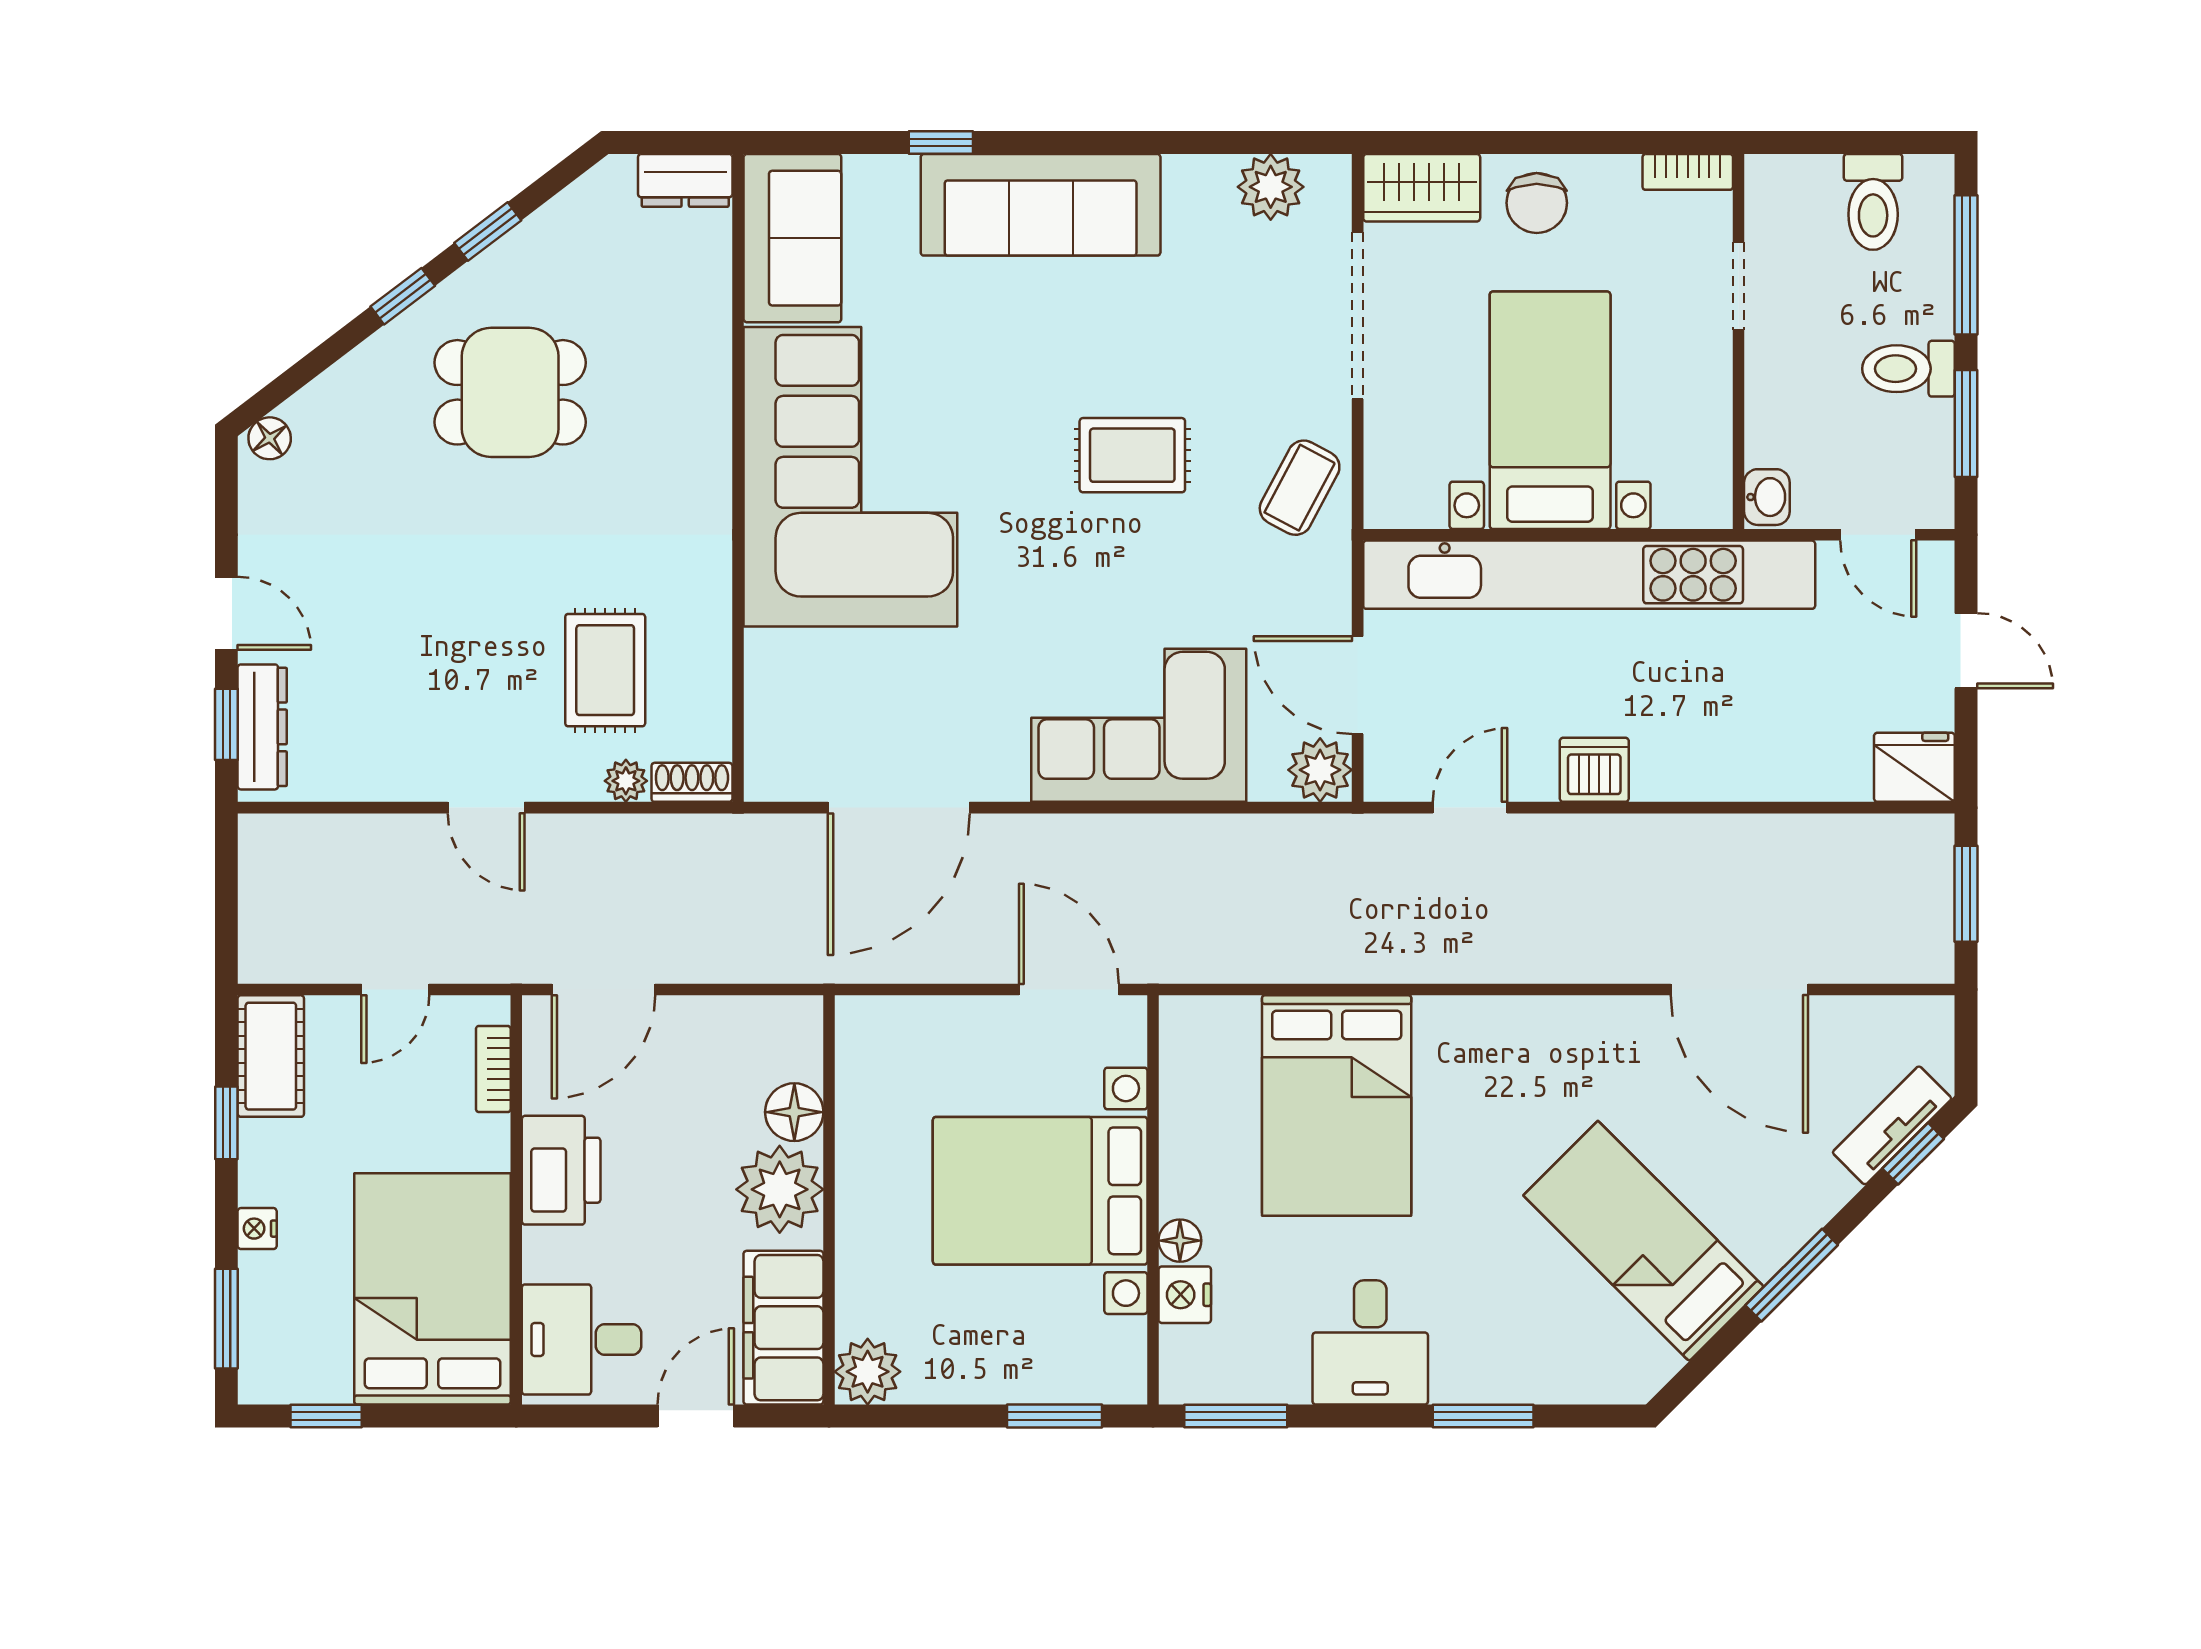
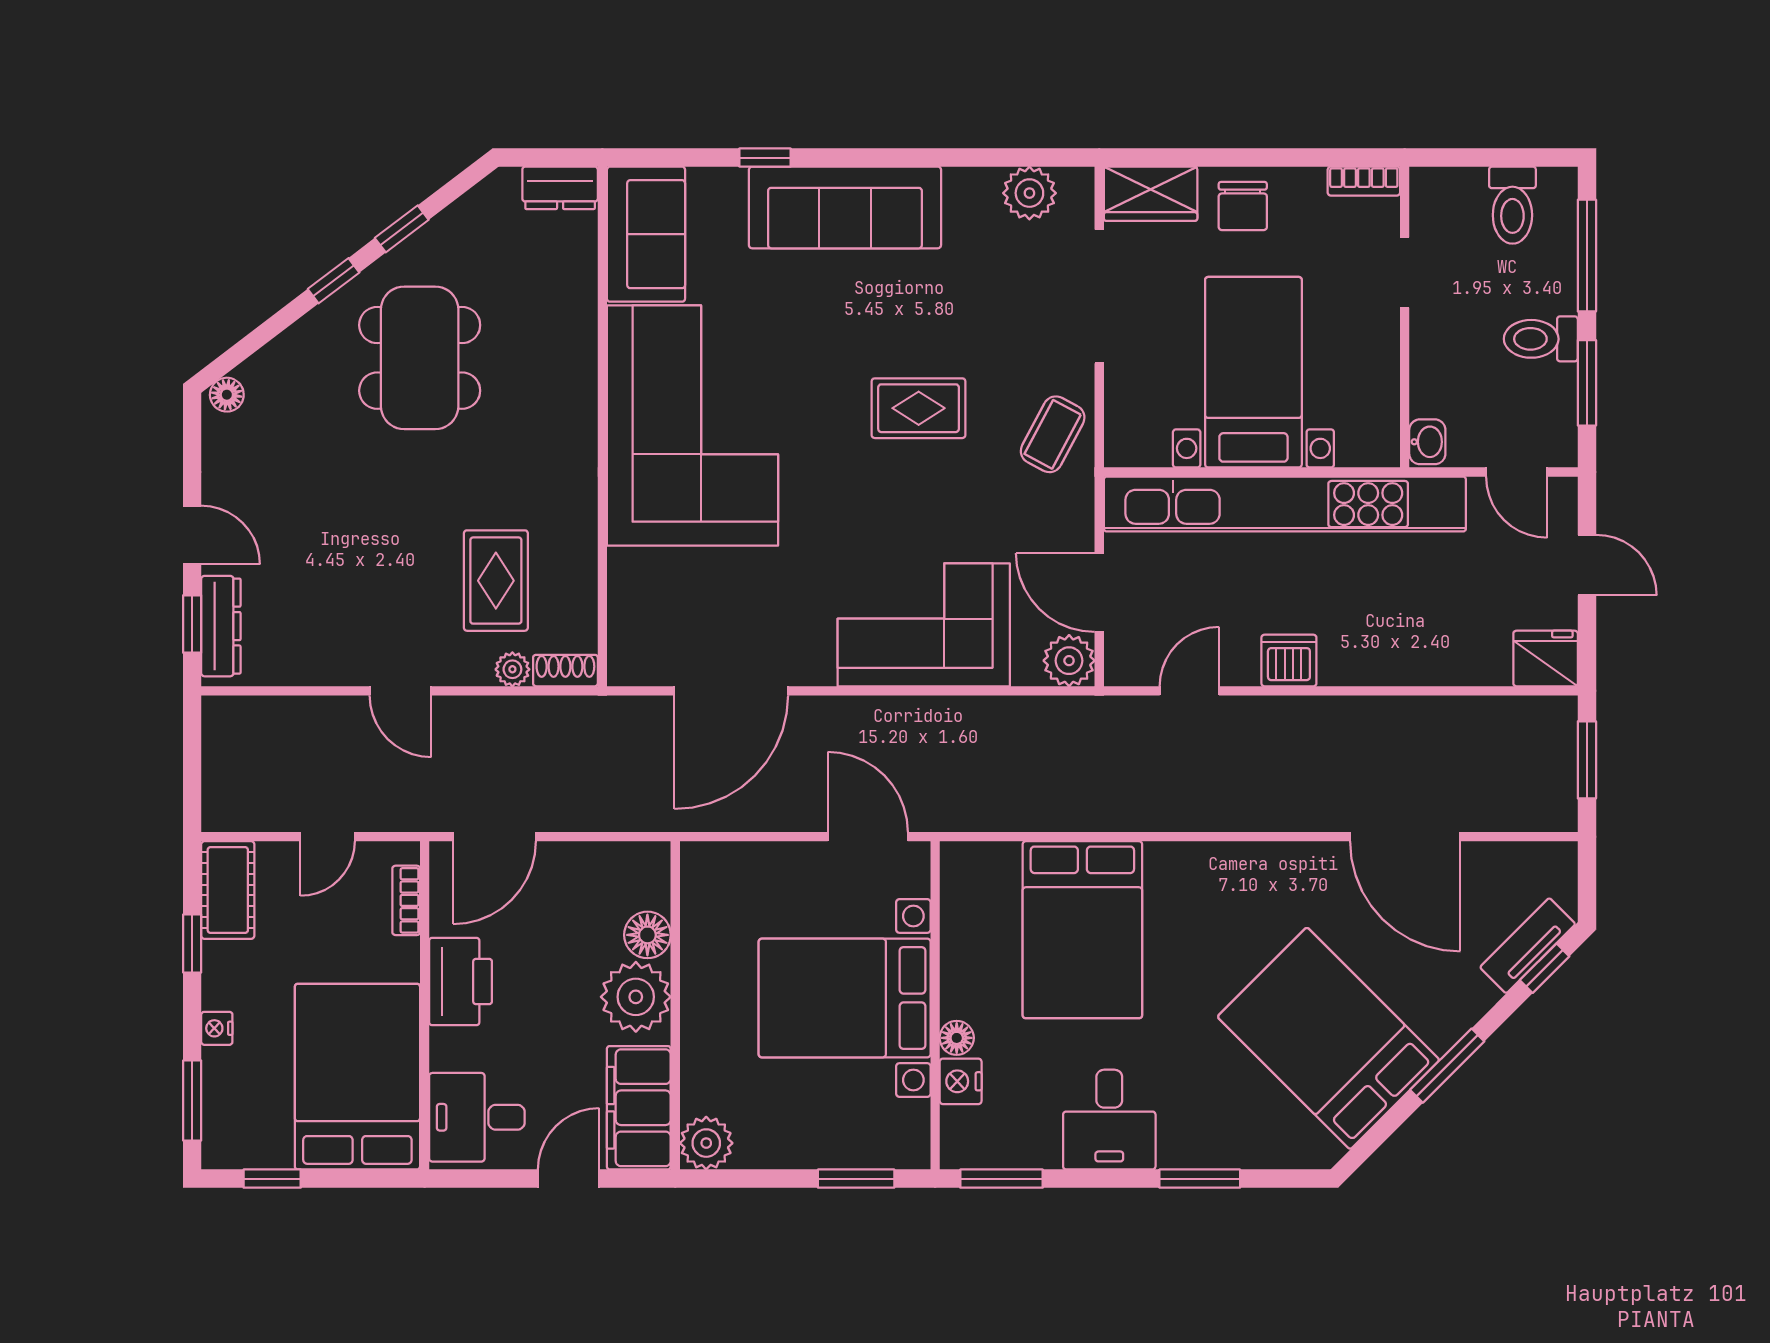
dining table: (510, 392) -> (420, 358), width x1.38
bed: (1644, 1241) -> (1328, 1038), width x1.50

